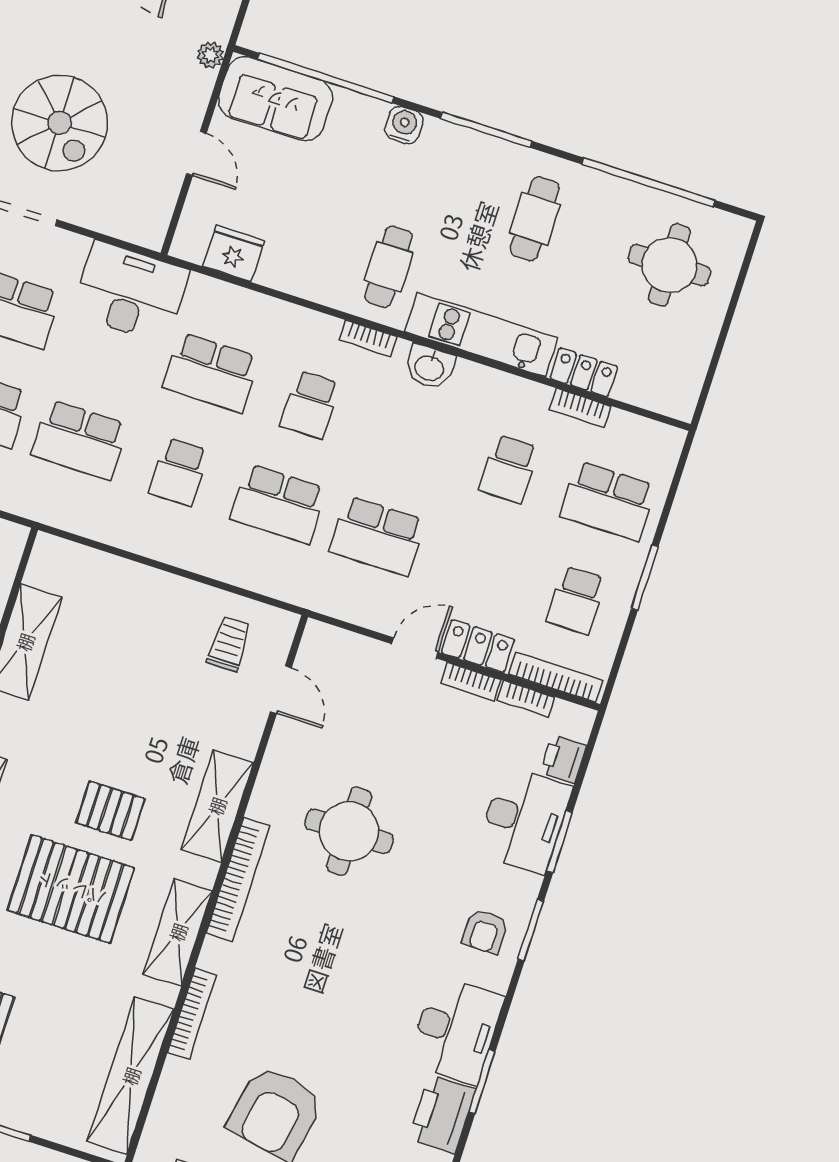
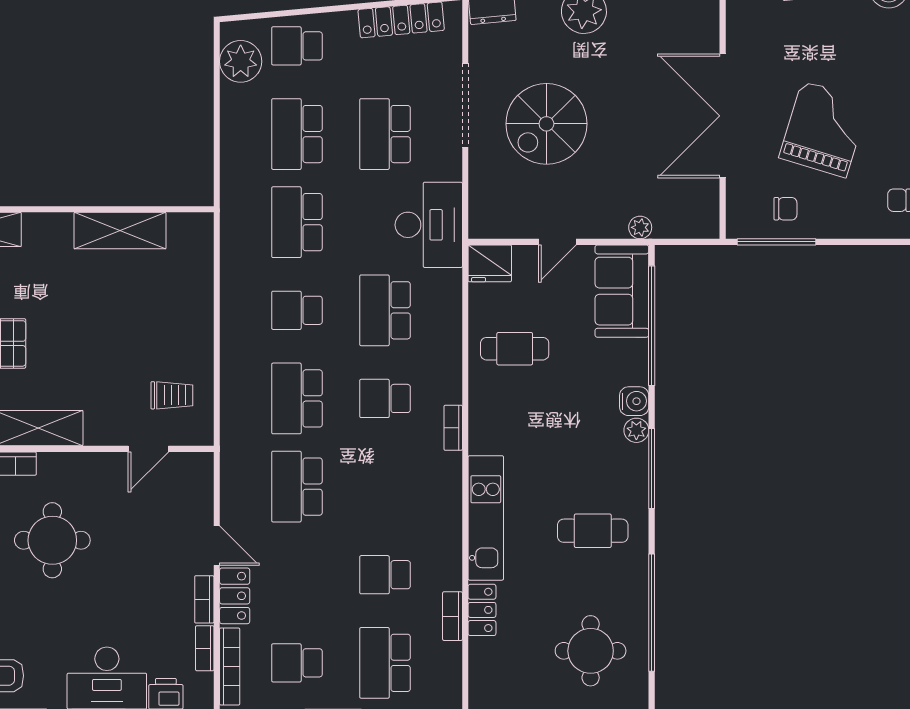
plant: (438, 133) -> (636, 430), added
fridge: (234, 253) -> (490, 263), moved, turned 90
cafe table: (389, 267) -> (515, 349), moved
washbasin: (430, 367) -> (446, 485), removed

